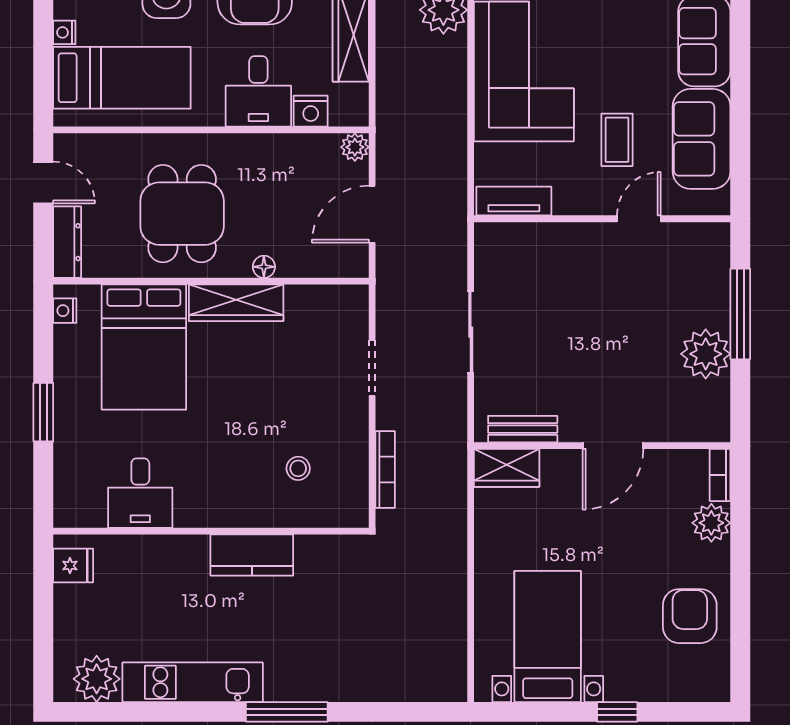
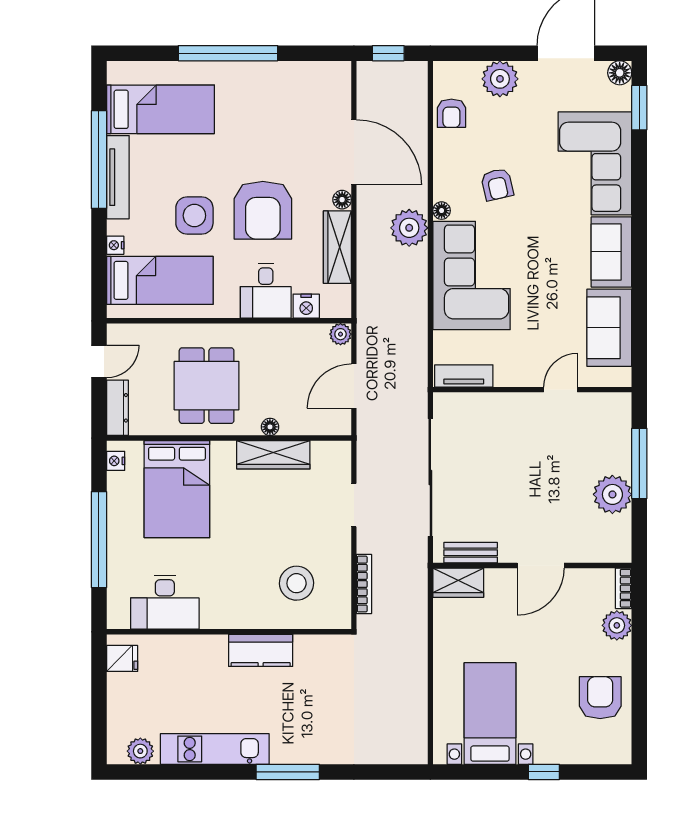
coffee table: (617, 140) -> (544, 328), removed
door: (43, 182) -> (99, 361), hinge flipped
wardrobe: (236, 303) -> (273, 455), moved
sliding door: (471, 332) -> (430, 477), width x1.86
window: (43, 412) -> (99, 540), width x2.11
stool: (298, 468) -> (297, 583), width x1.89, depth x1.89
desk: (140, 493) -> (165, 602), width x1.37
plant: (97, 679) -> (140, 751), width x0.73, depth x0.73

